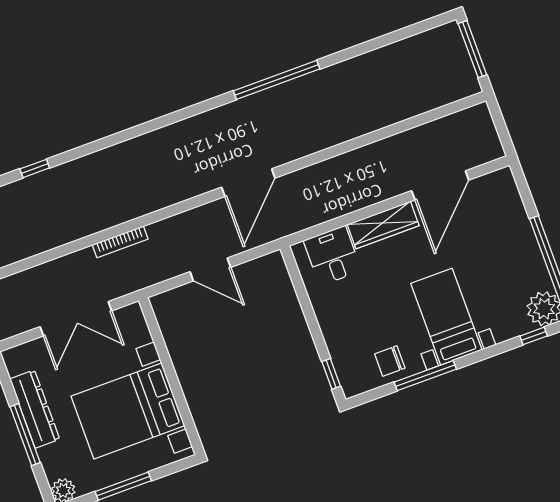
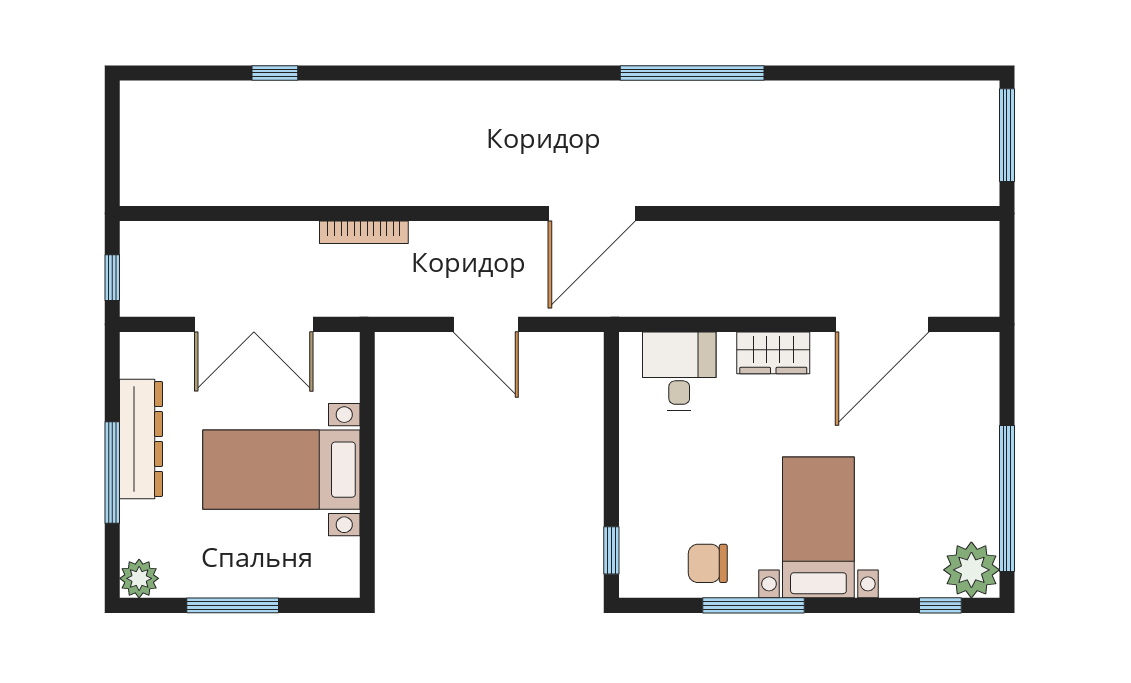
wardrobe: (383, 225) -> (773, 353), width x0.67
bed with nightstands: (128, 411) -> (281, 470), width x0.73

